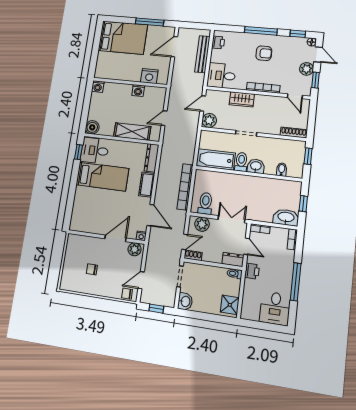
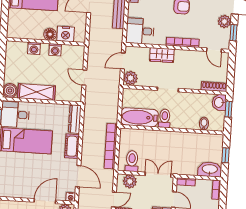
floor lamp: (135, 76) -> (50, 34), added
washing machine: (98, 87) -> (34, 48), moved
door: (164, 118) -> (84, 78), hinge flipped
shelving: (132, 132) -> (36, 92), moved
washbasin: (256, 166) -> (219, 102), moved, turned -90

